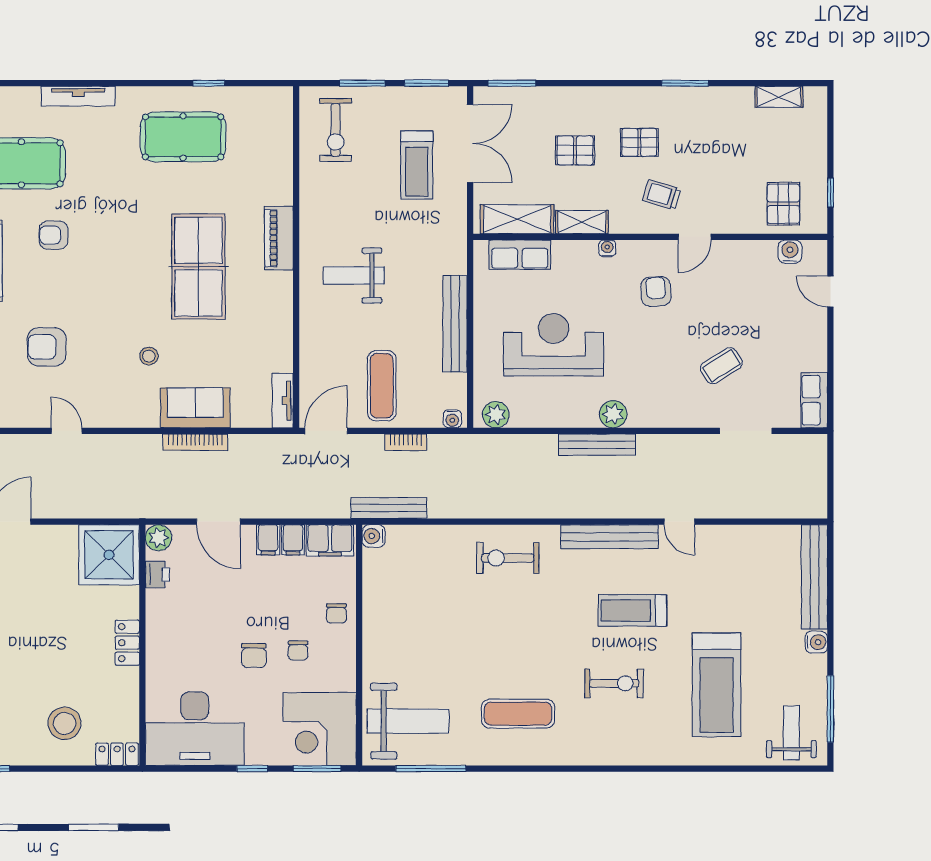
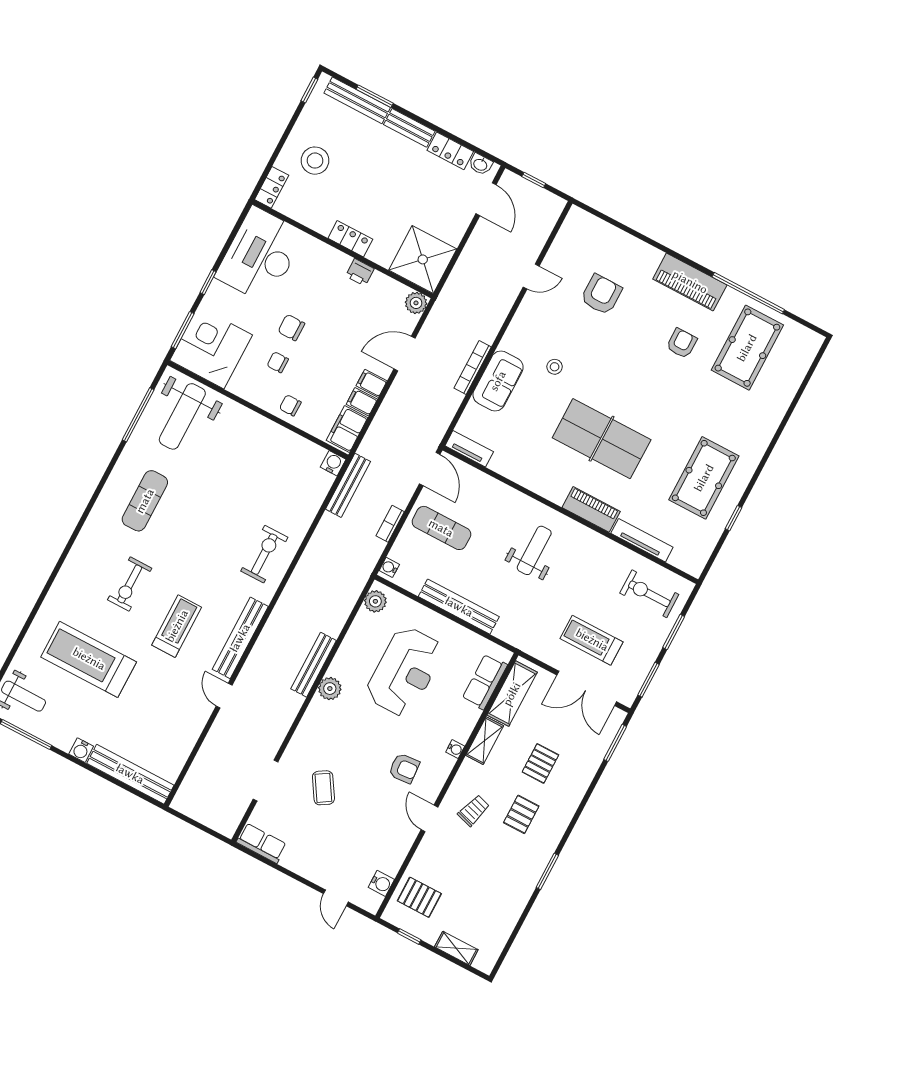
tv unit: (78, 96) -> (642, 540), moved, turned 90
shelving: (779, 97) -> (456, 948), moved, turned 90
door: (830, 292) -> (336, 898), swing flipped
door: (679, 522) -> (224, 696), hinge flipped
printer: (158, 575) -> (360, 272), moved

